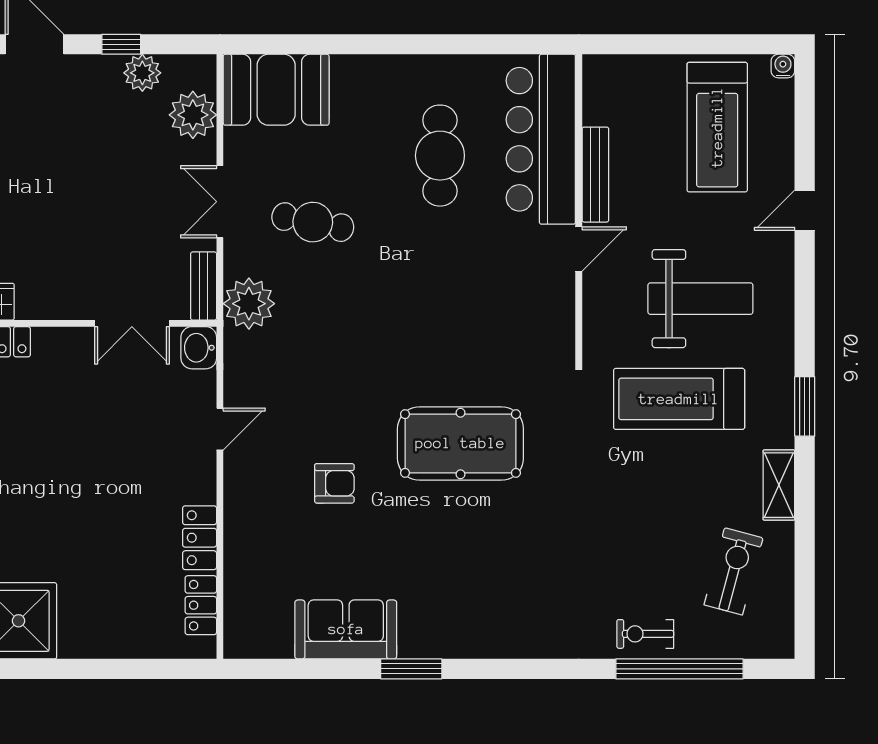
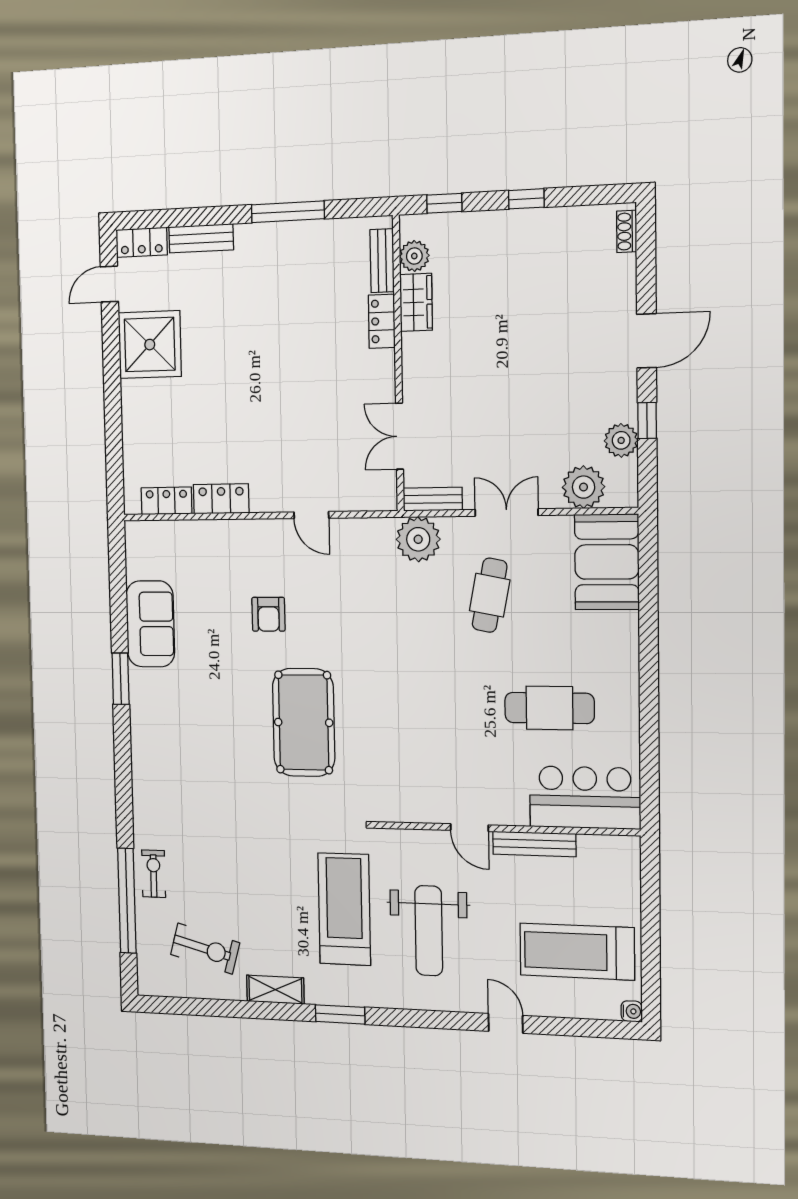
bar counter: (541, 139) -> (585, 798), width x0.73
washbasin: (199, 348) -> (380, 496), removed

